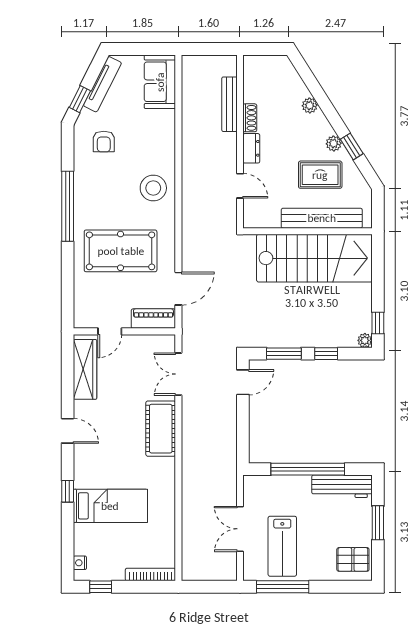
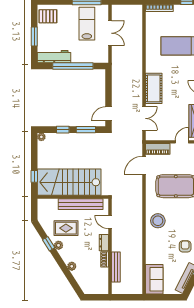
bench: (322, 218) -> (81, 204), moved
window: (378, 323) -> (34, 176), moved

